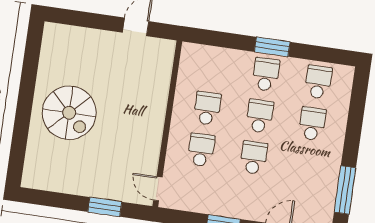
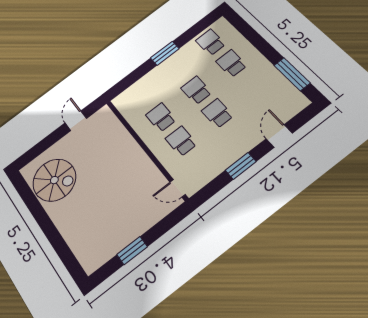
school desk: (266, 74) -> (176, 68), removed
spiral stairs: (69, 113) -> (54, 180), moved
window: (105, 207) -> (132, 251), moved

